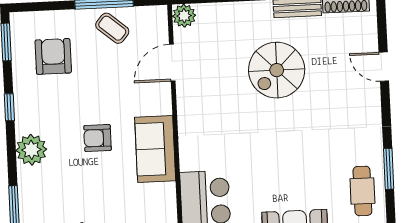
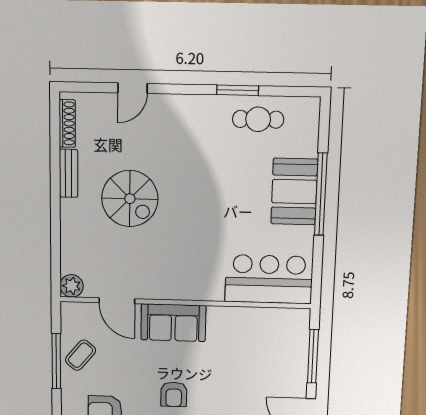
armchair: (97, 138) -> (174, 394), moved
sofa: (155, 149) -> (173, 323), moved

